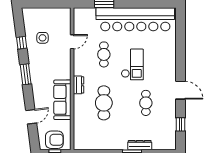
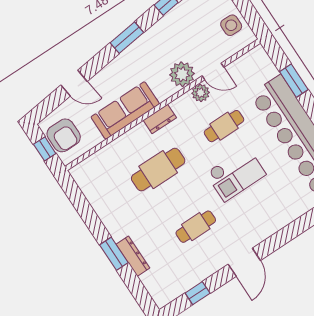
side table: (42, 38) -> (231, 25), moved
plant: (79, 55) -> (201, 93), added
plant: (63, 58) -> (182, 74), added

